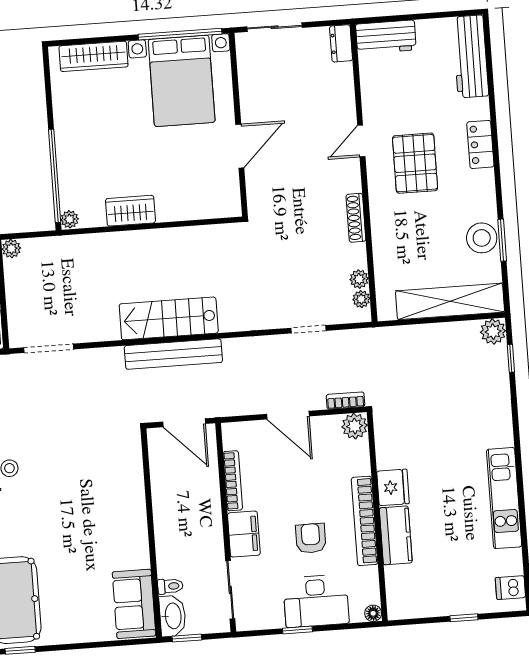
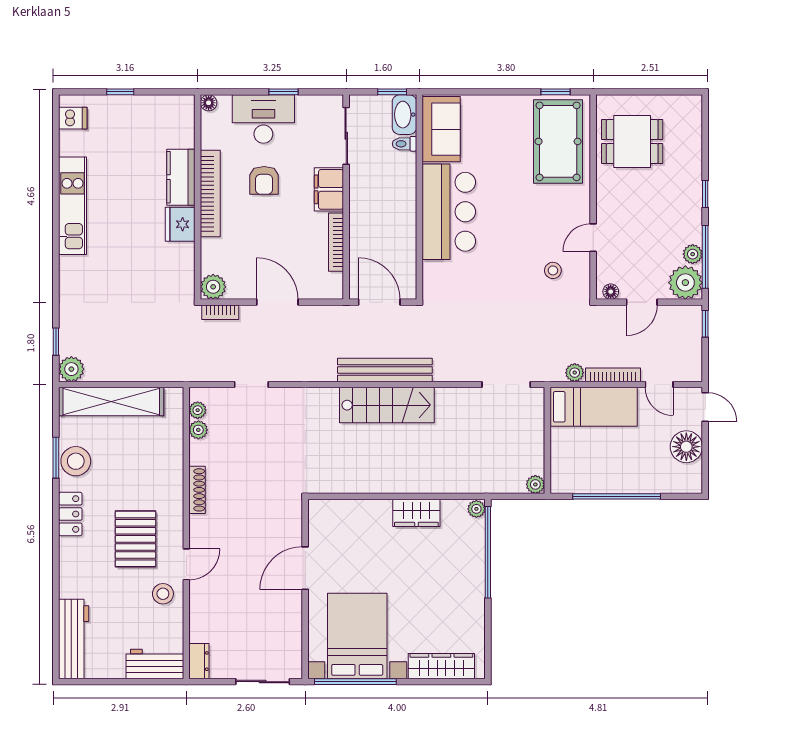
stool: (383, 109) -> (163, 594), added
locker: (480, 144) -> (70, 514), moved
bar counter: (120, 520) -> (449, 212), added

